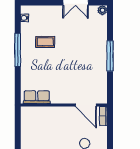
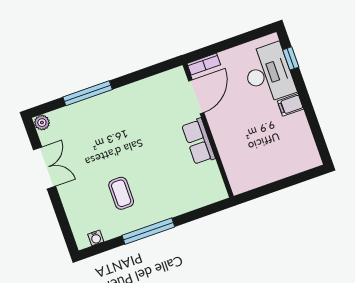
window: (110, 56) -> (88, 93), moved
row of seats: (37, 97) -> (198, 142), moved

